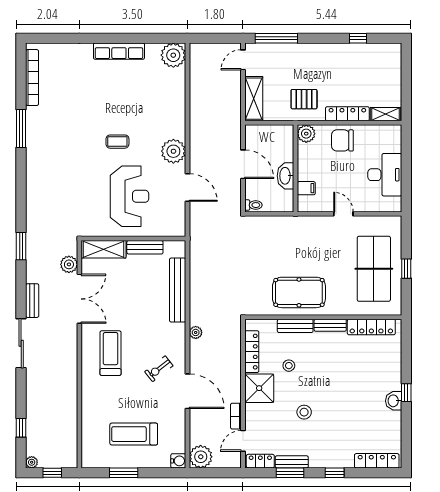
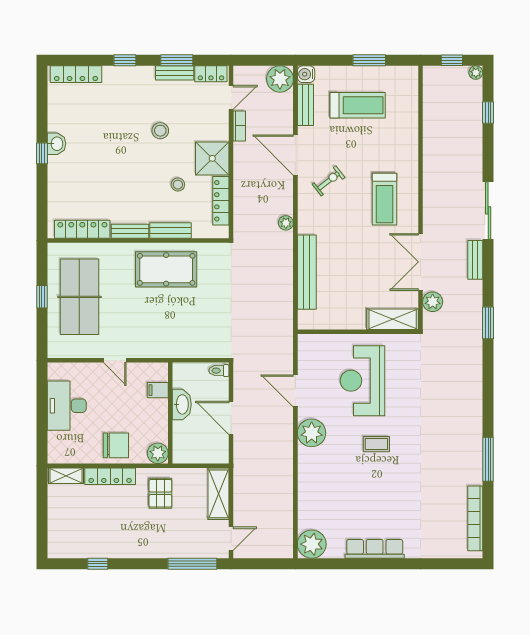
pallet: (304, 99) -> (160, 493), turned 90
bench: (145, 247) -> (305, 105), moved, turned 90

